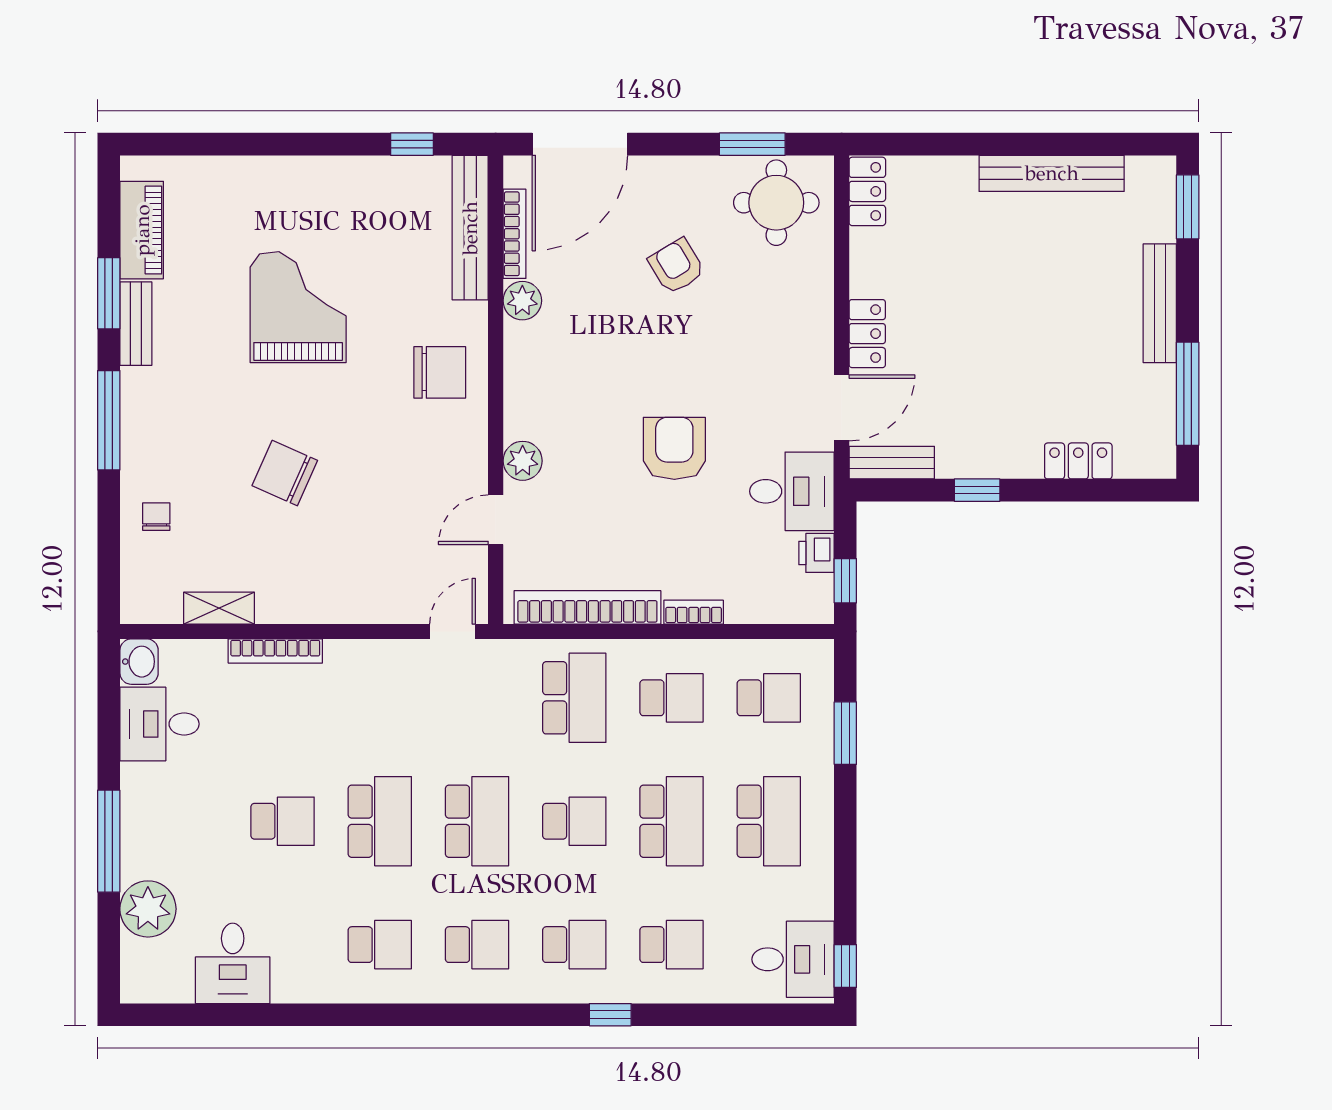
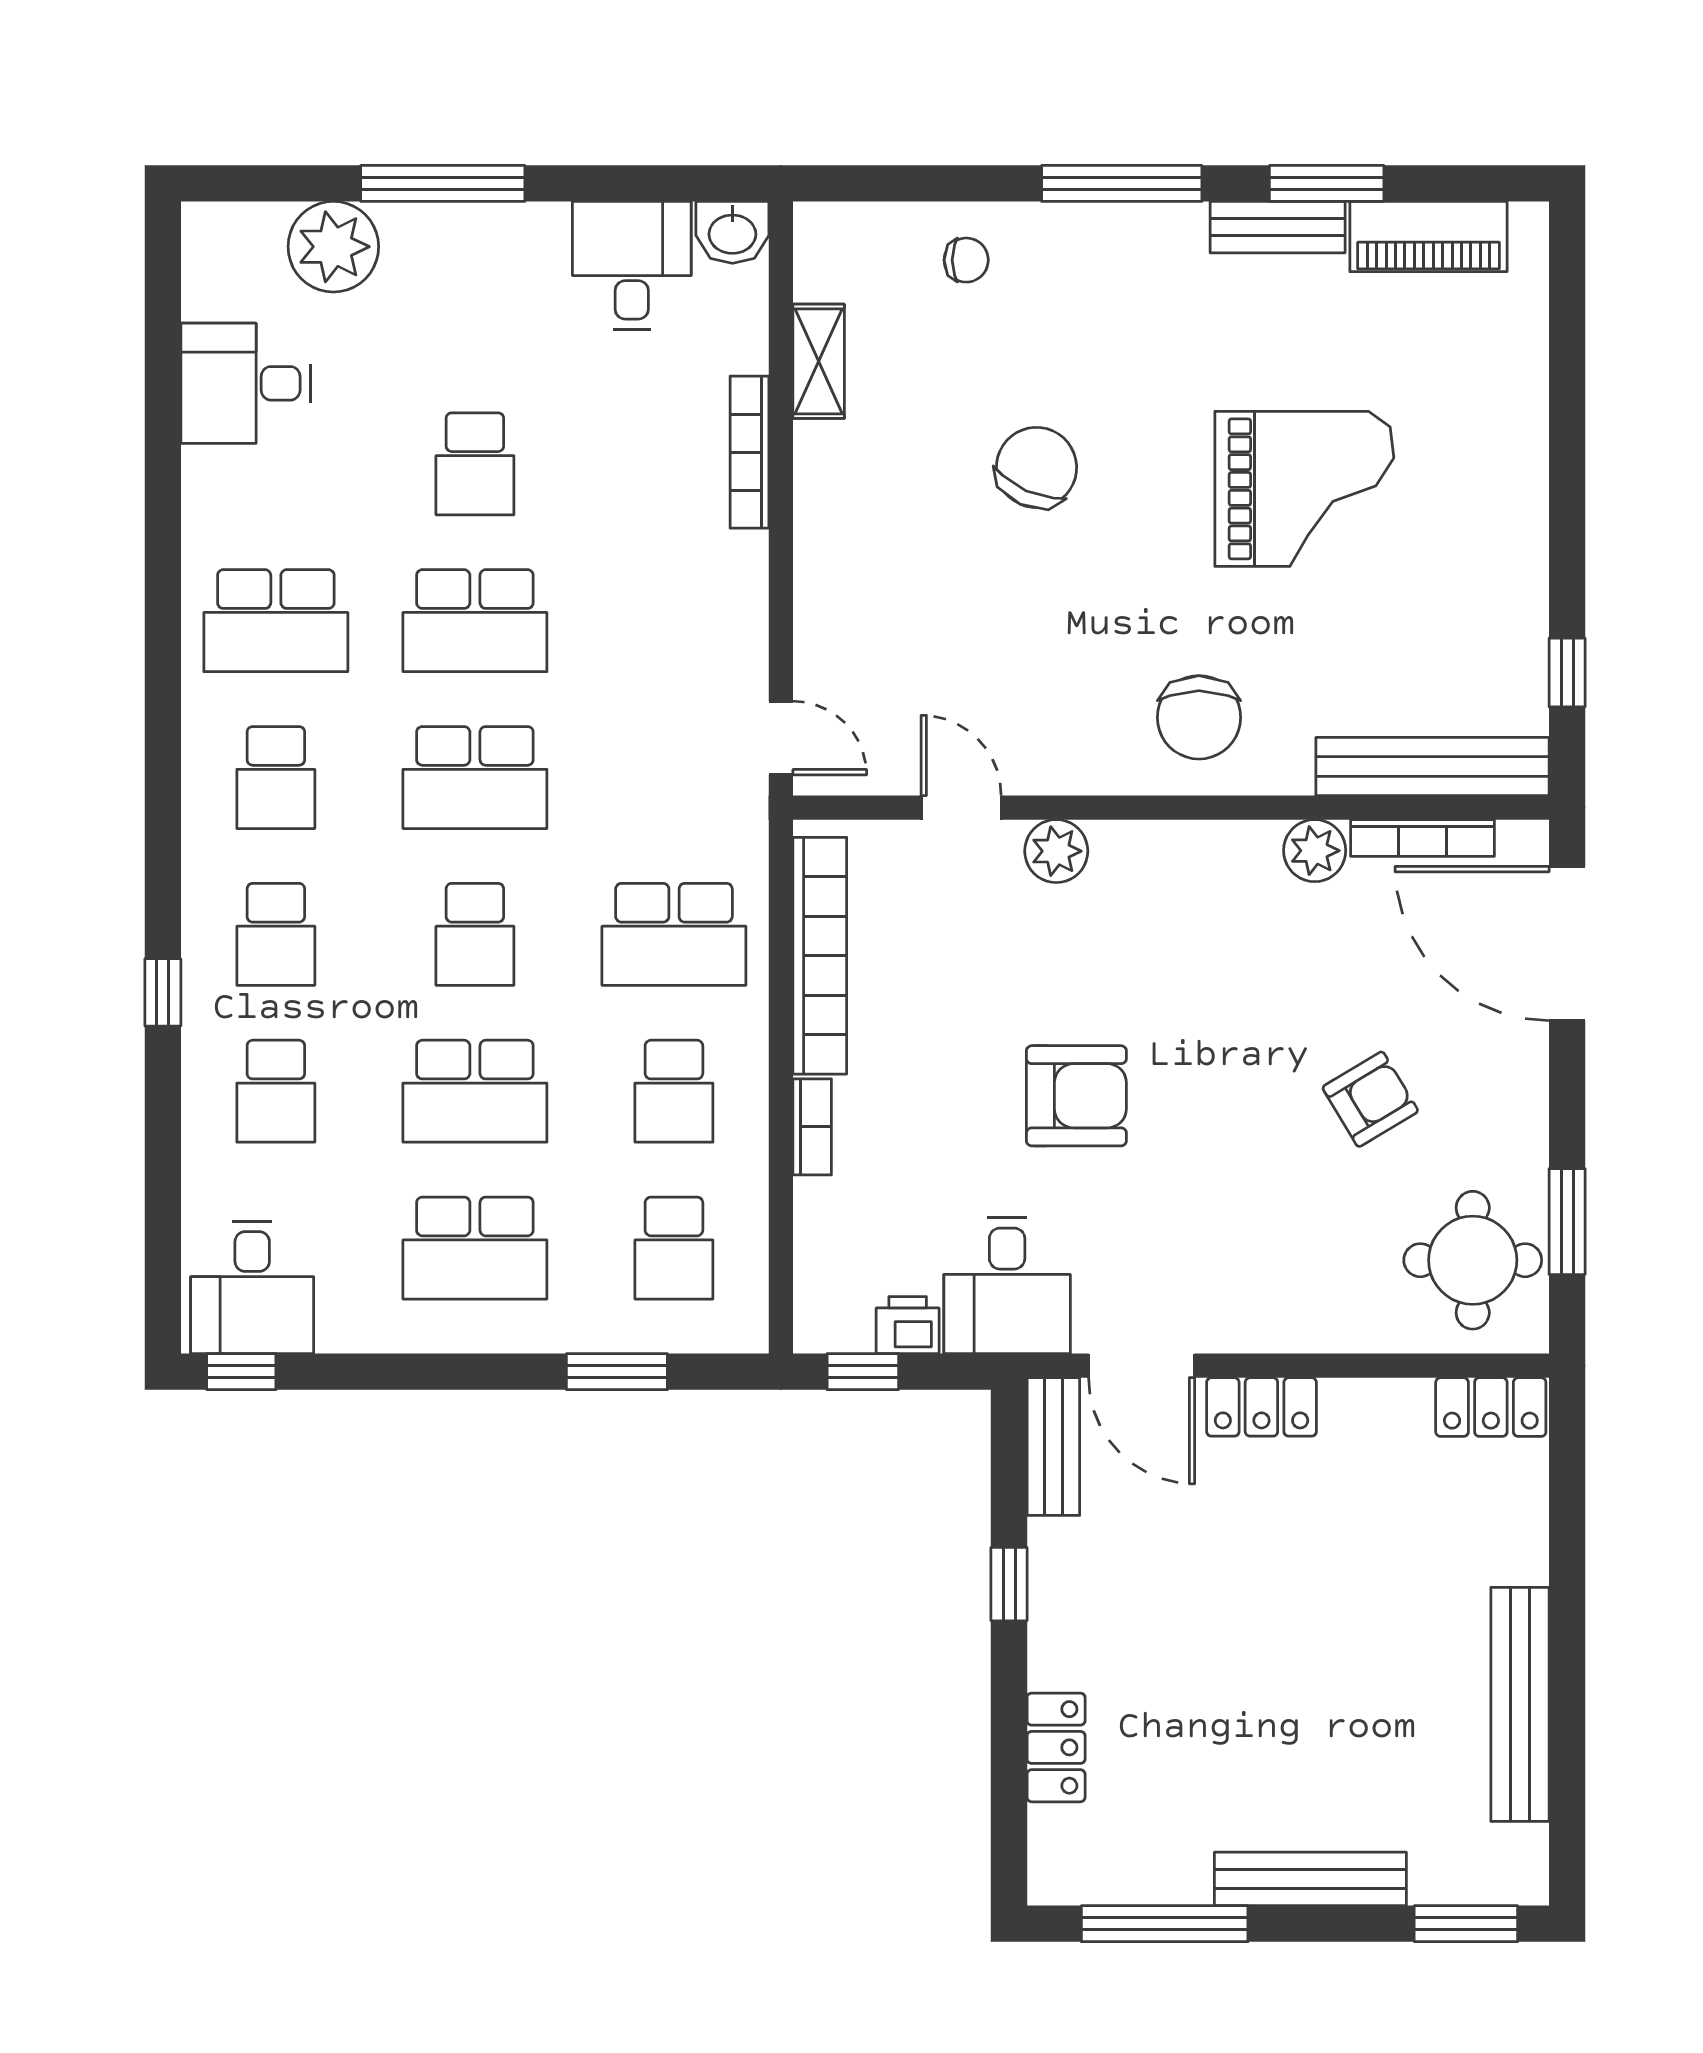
school desk: (380, 945) -> (276, 621), width x1.85

